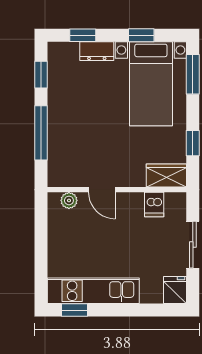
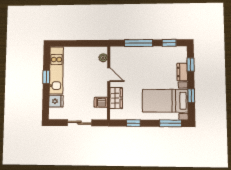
wardrobe: (166, 175) -> (116, 98), moved
door: (102, 190) -> (109, 75), swing flipped
fridge: (175, 290) -> (56, 101), moved
window: (74, 310) -> (46, 77), moved

